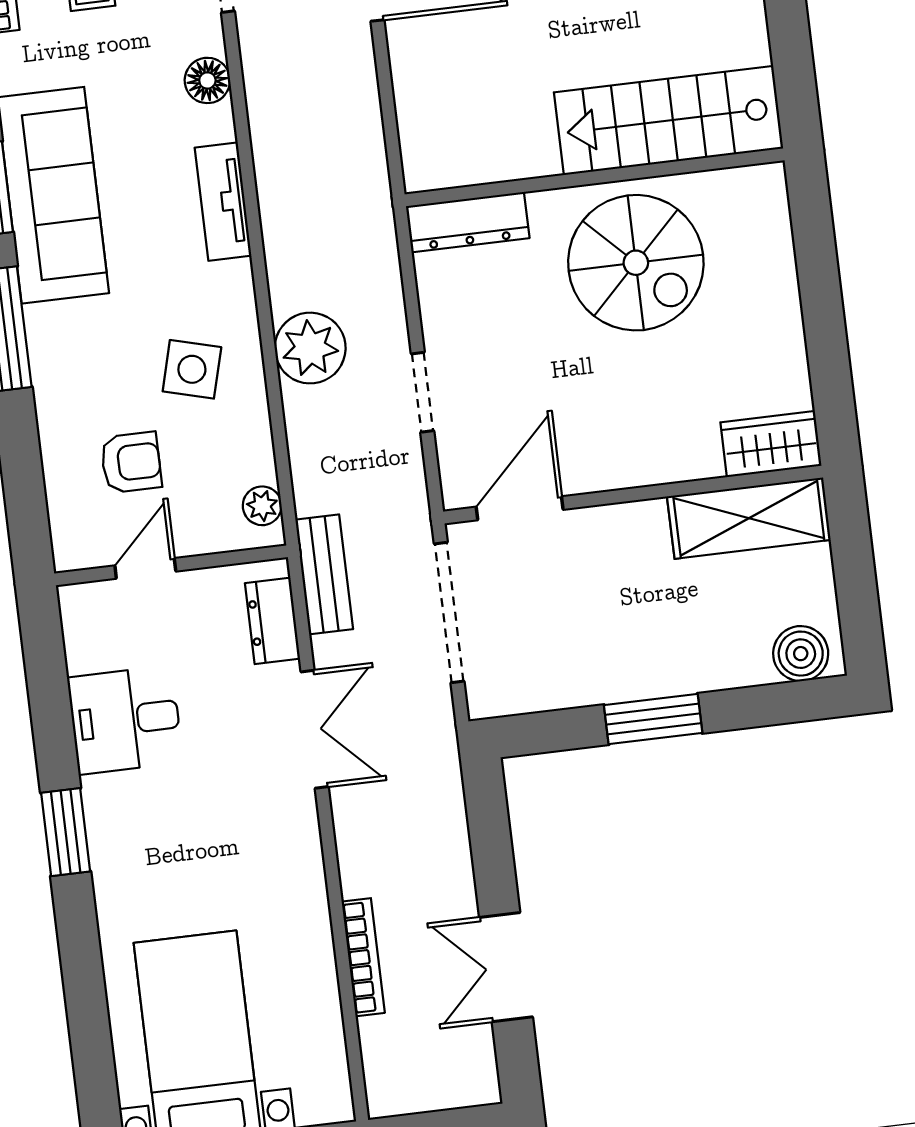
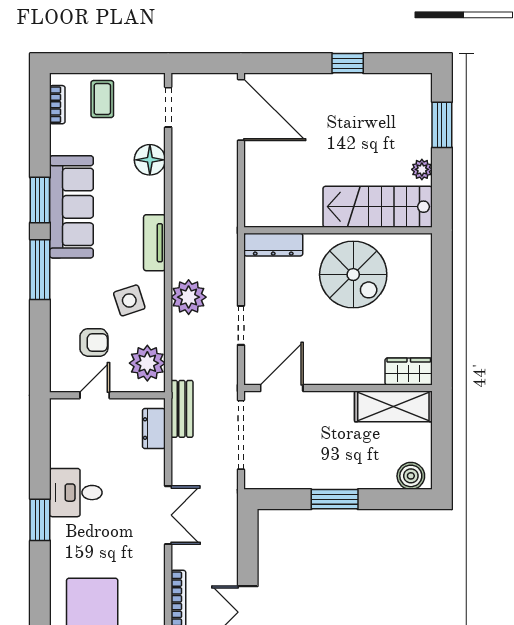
plant: (748, 35) -> (422, 169), added
floor lamp: (207, 80) -> (150, 160), width x1.38, depth x1.38
tv unit: (223, 202) -> (154, 243), moved
side table: (192, 369) -> (129, 300), turned -33
plant: (262, 506) -> (147, 363), width x1.88, depth x1.88
desk: (125, 720) -> (76, 493), moved
double door: (315, 729) -> (168, 515), moved

